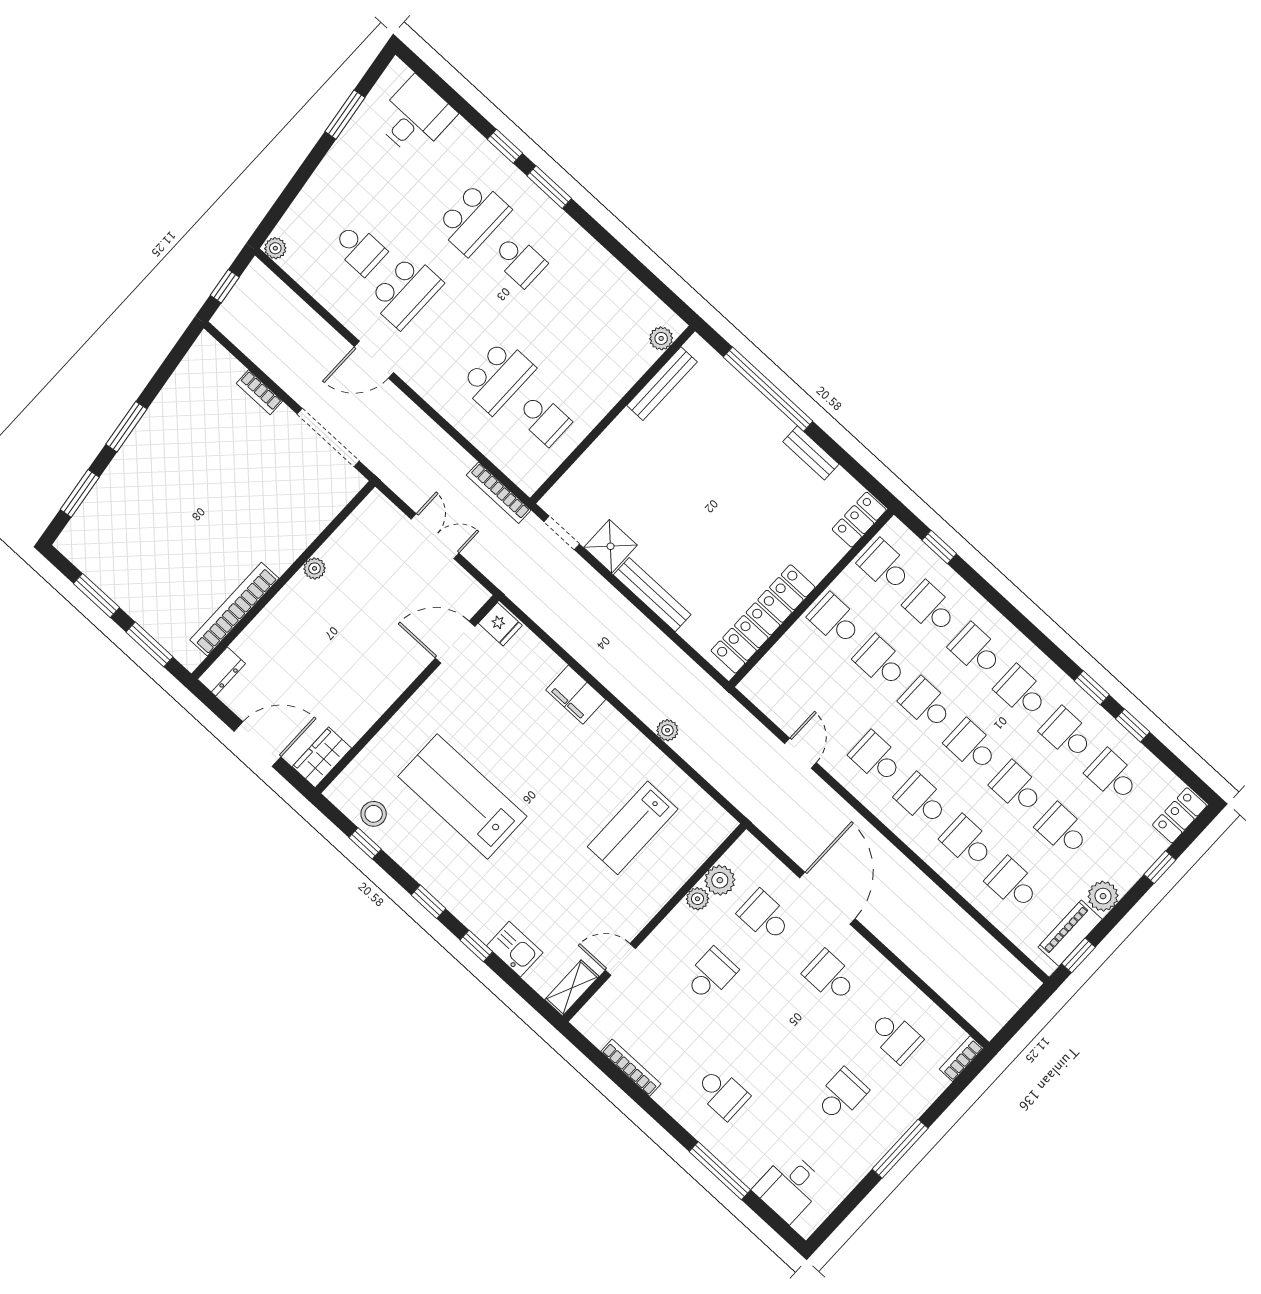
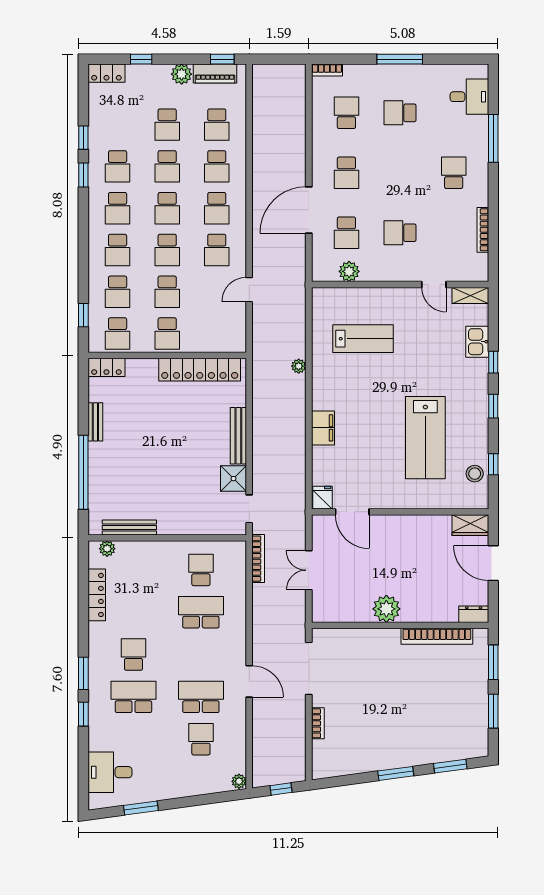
locker: (621, 280) -> (97, 595), added
plant: (314, 568) -> (386, 609), width x1.87, depth x1.87
school desk: (1112, 776) -> (118, 125), removed
plant: (697, 899) -> (369, 274), removed

